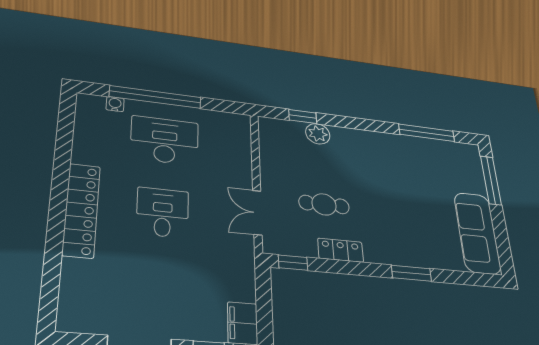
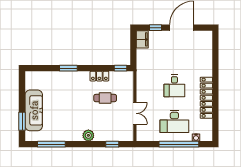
plant: (318, 134) -> (88, 135), moved
window: (491, 180) -> (22, 121), width x0.69
locker: (81, 210) -> (206, 98), moved
double door: (257, 213) -> (135, 113), moved
sofa: (477, 233) -> (34, 110), moved

